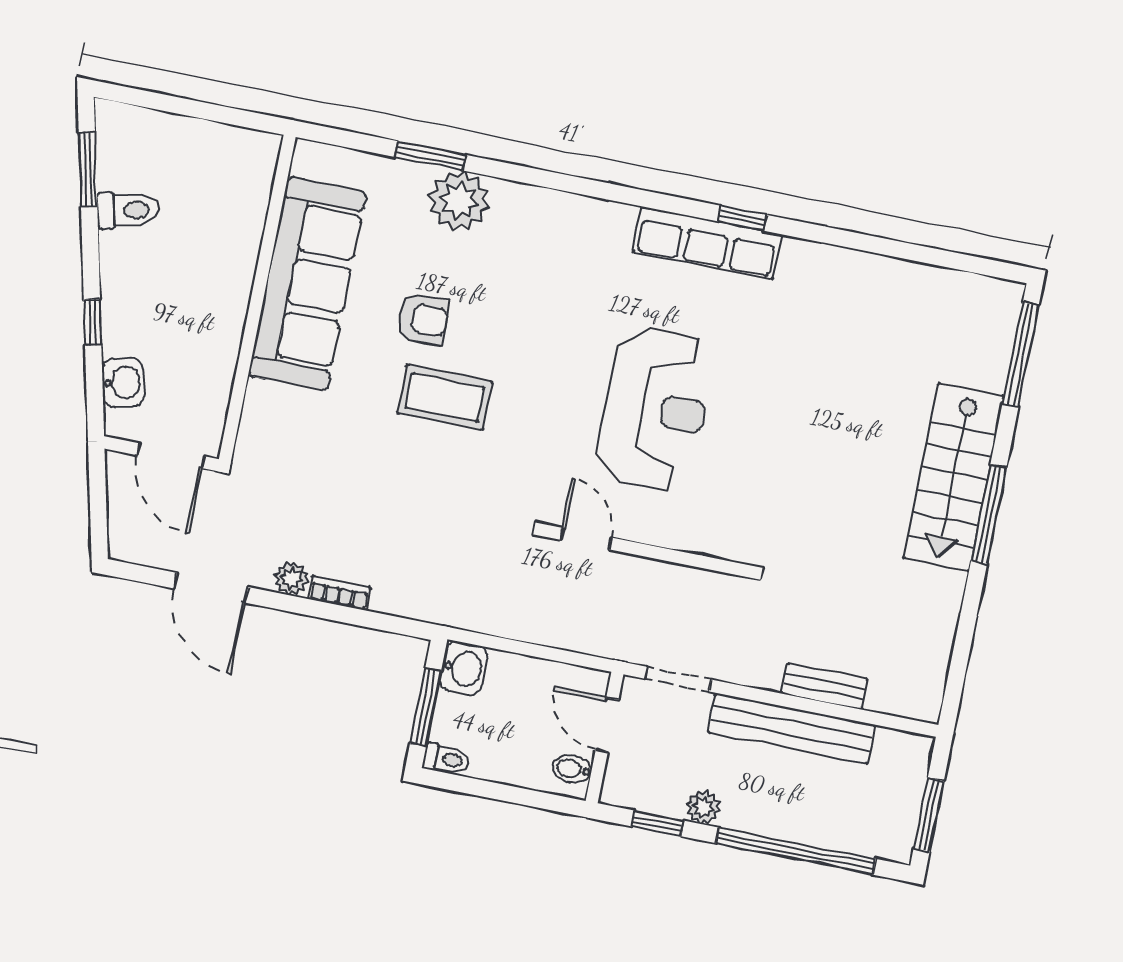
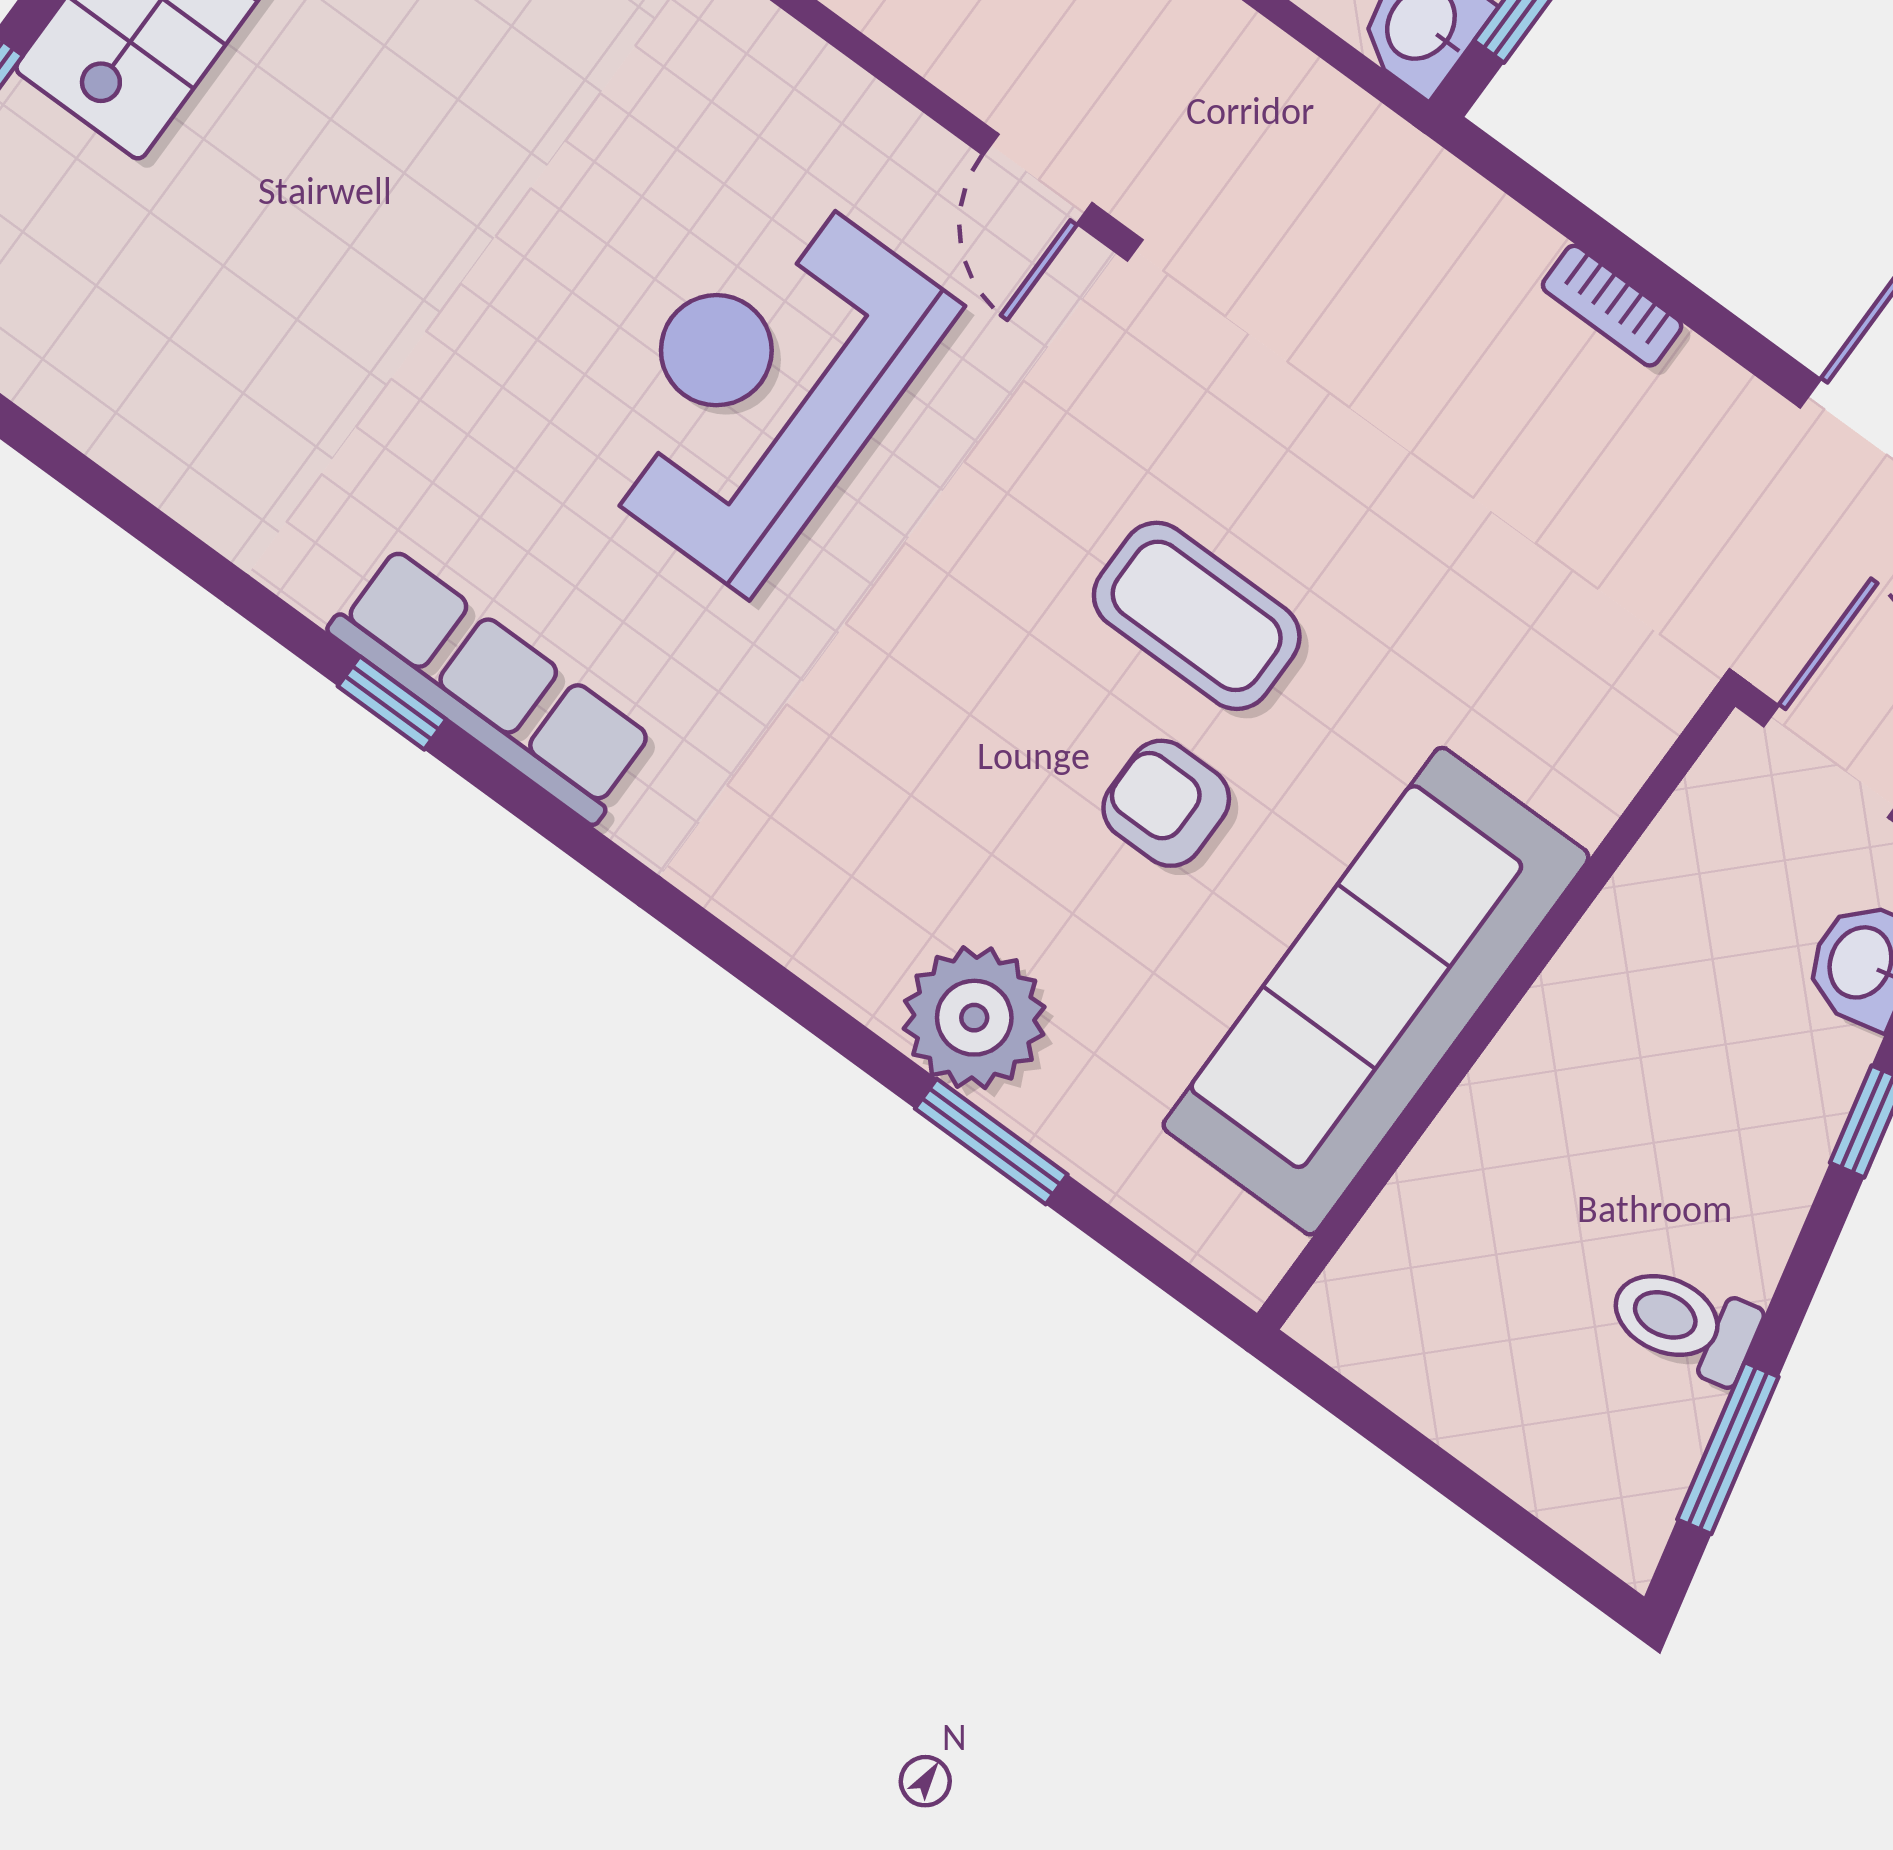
plant: (291, 579) -> (1699, 384), removed

